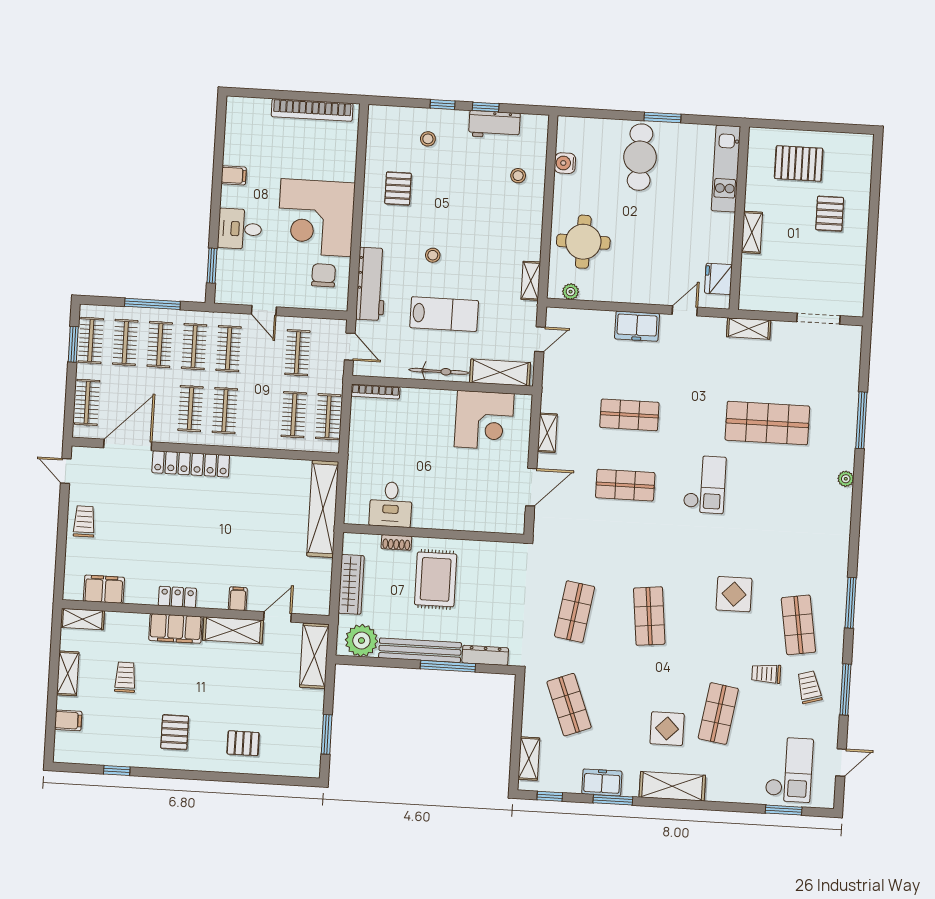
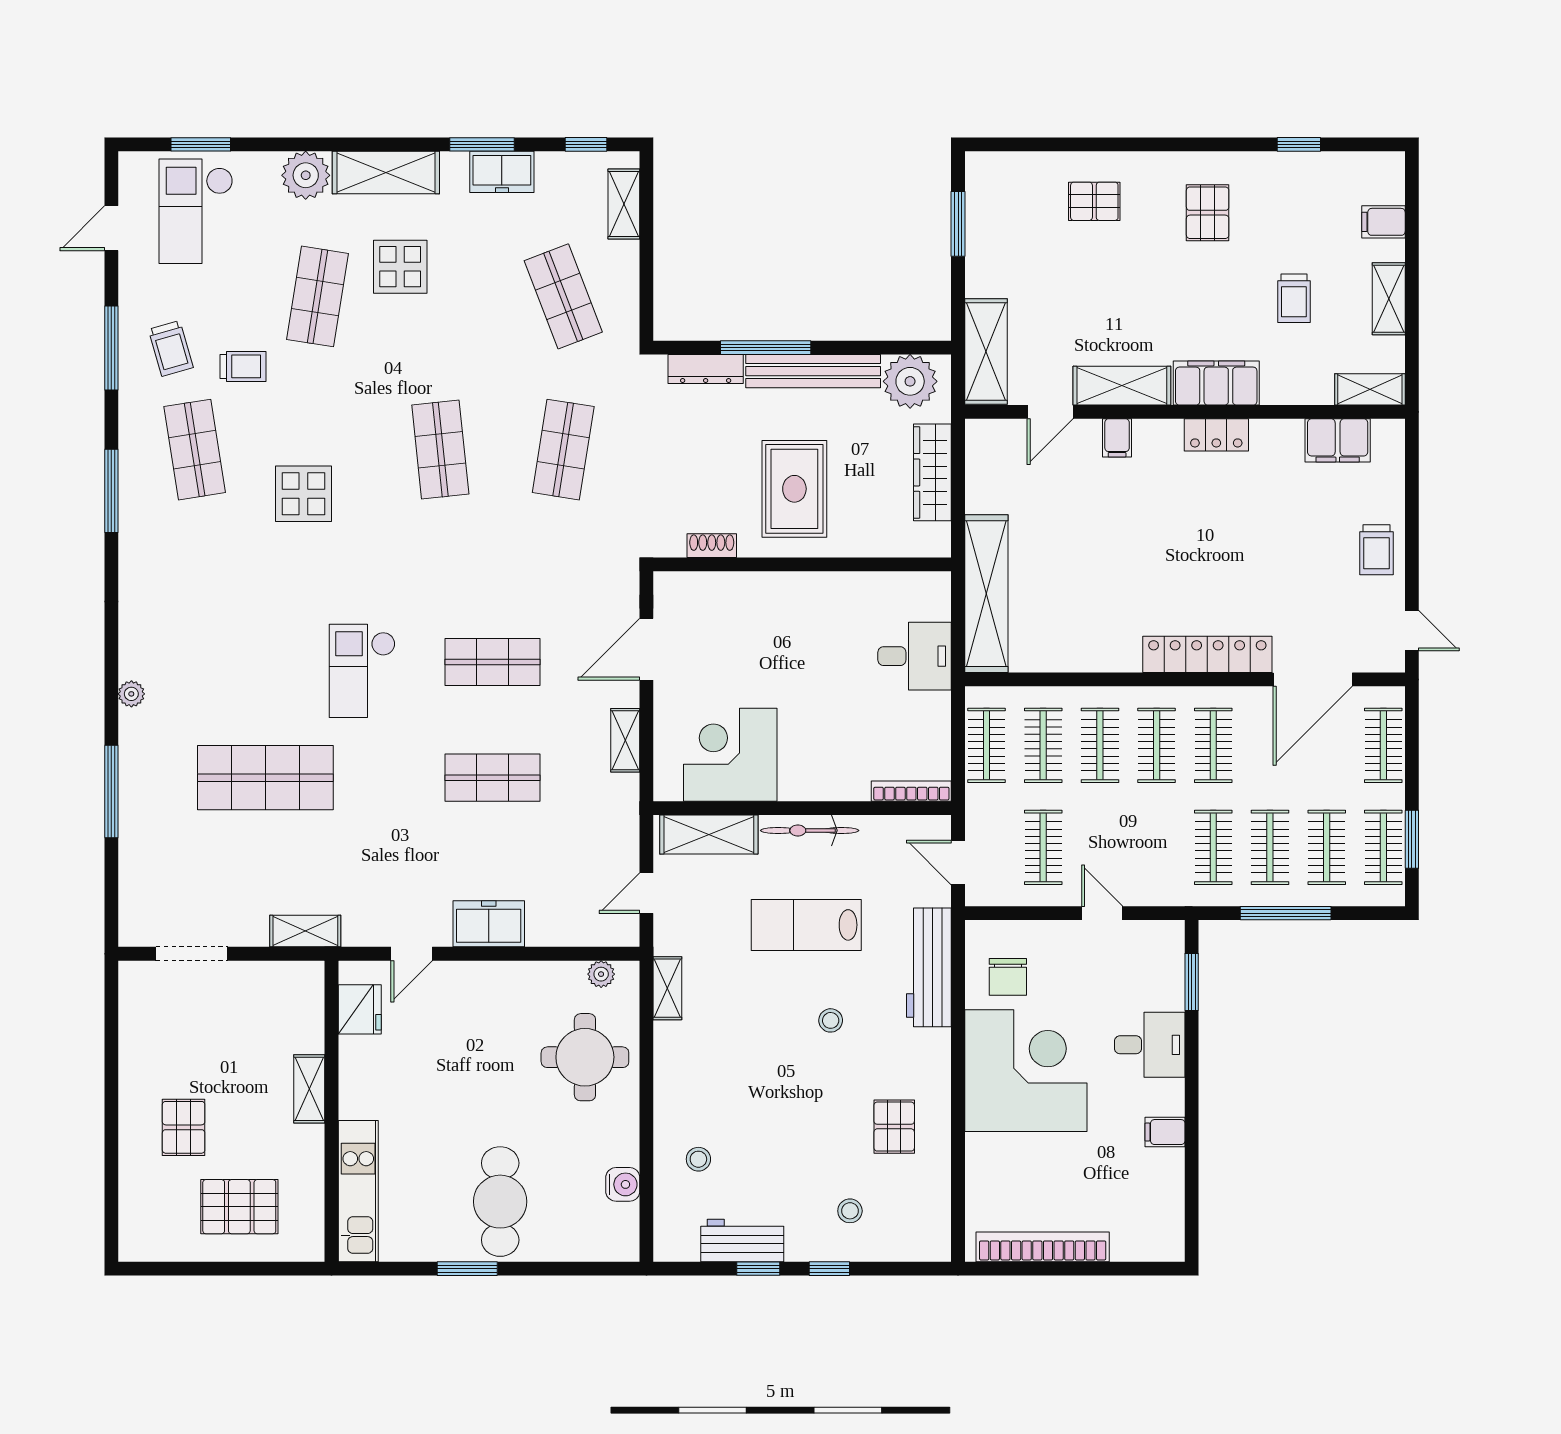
clothes rail: (229, 349) -> (1100, 745), moved
desk: (391, 504) -> (915, 656), moved, turned 90
shoe rack: (396, 542) -> (712, 546), moved
plant: (721, 788) -> (306, 175), added

